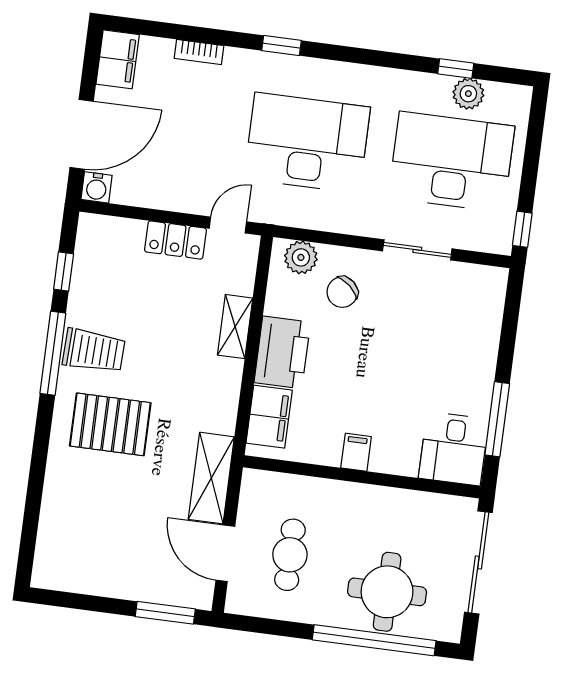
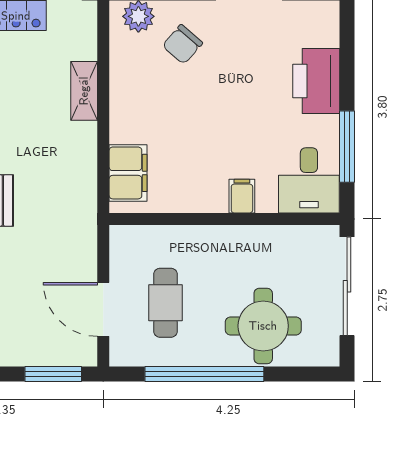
printer: (282, 352) -> (316, 81), moved, turned 180
filing cabinet: (356, 452) -> (242, 196), moved
shelving: (211, 478) -> (80, 239), removed
window: (374, 640) -> (204, 374), moved

